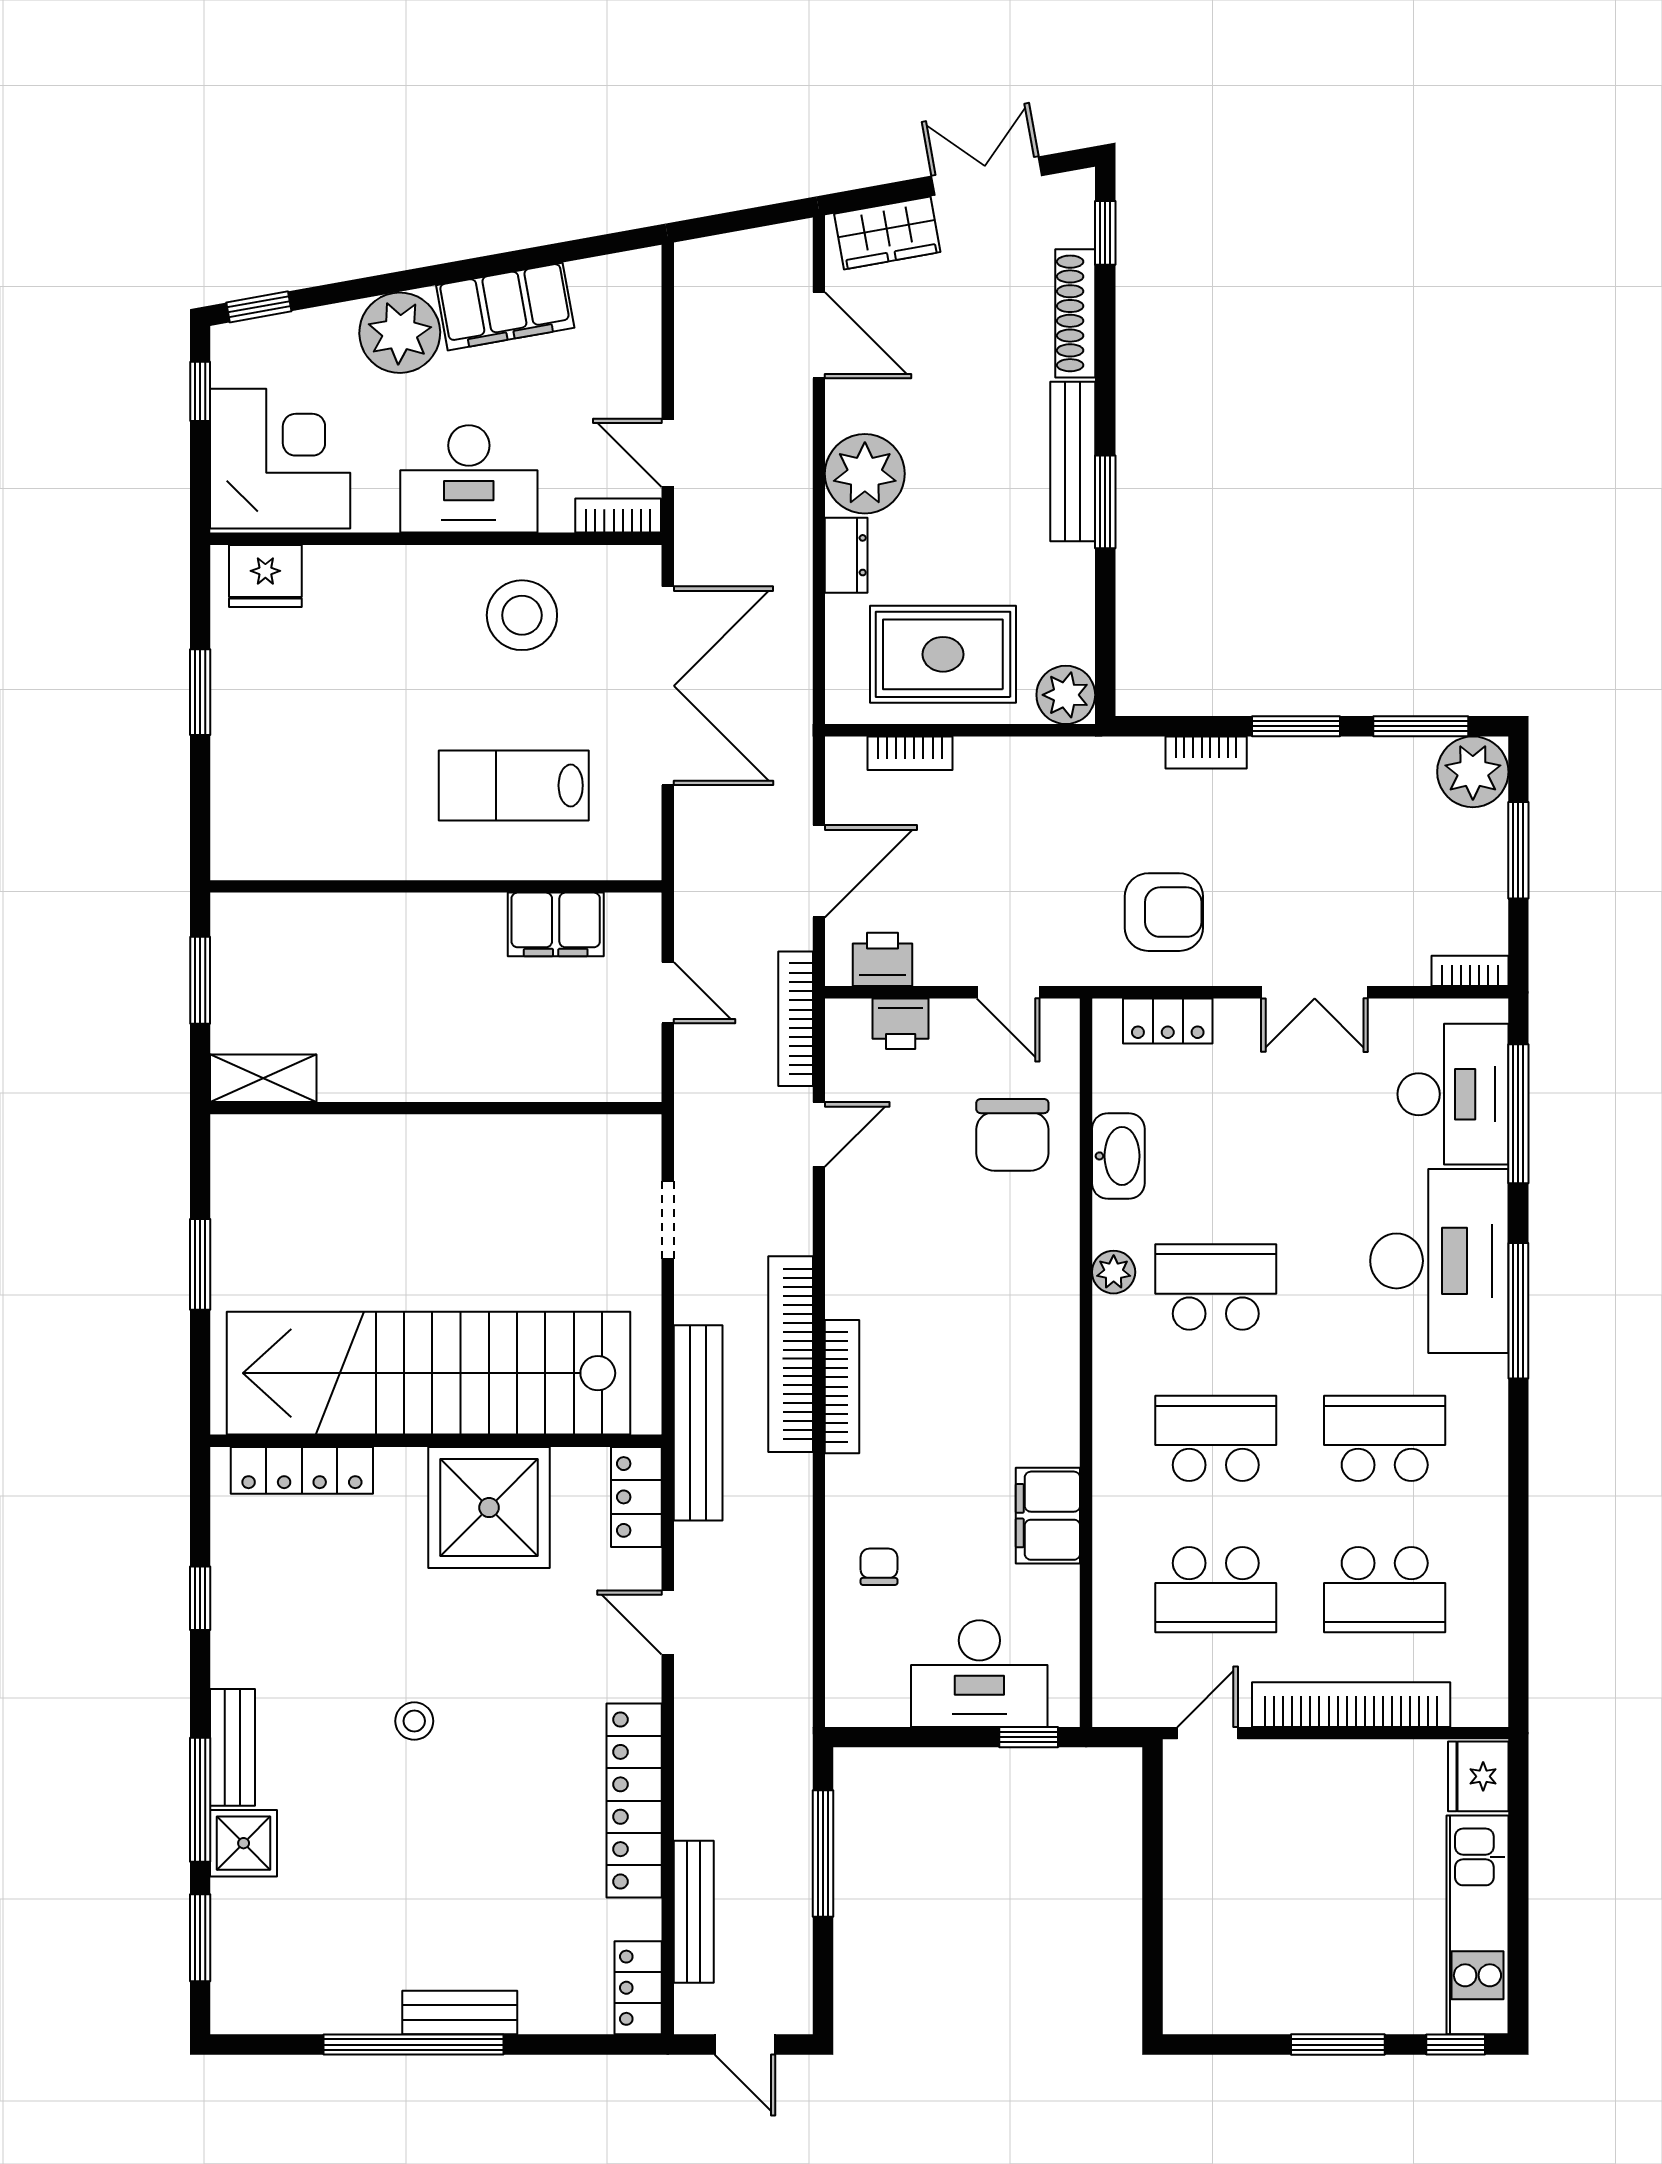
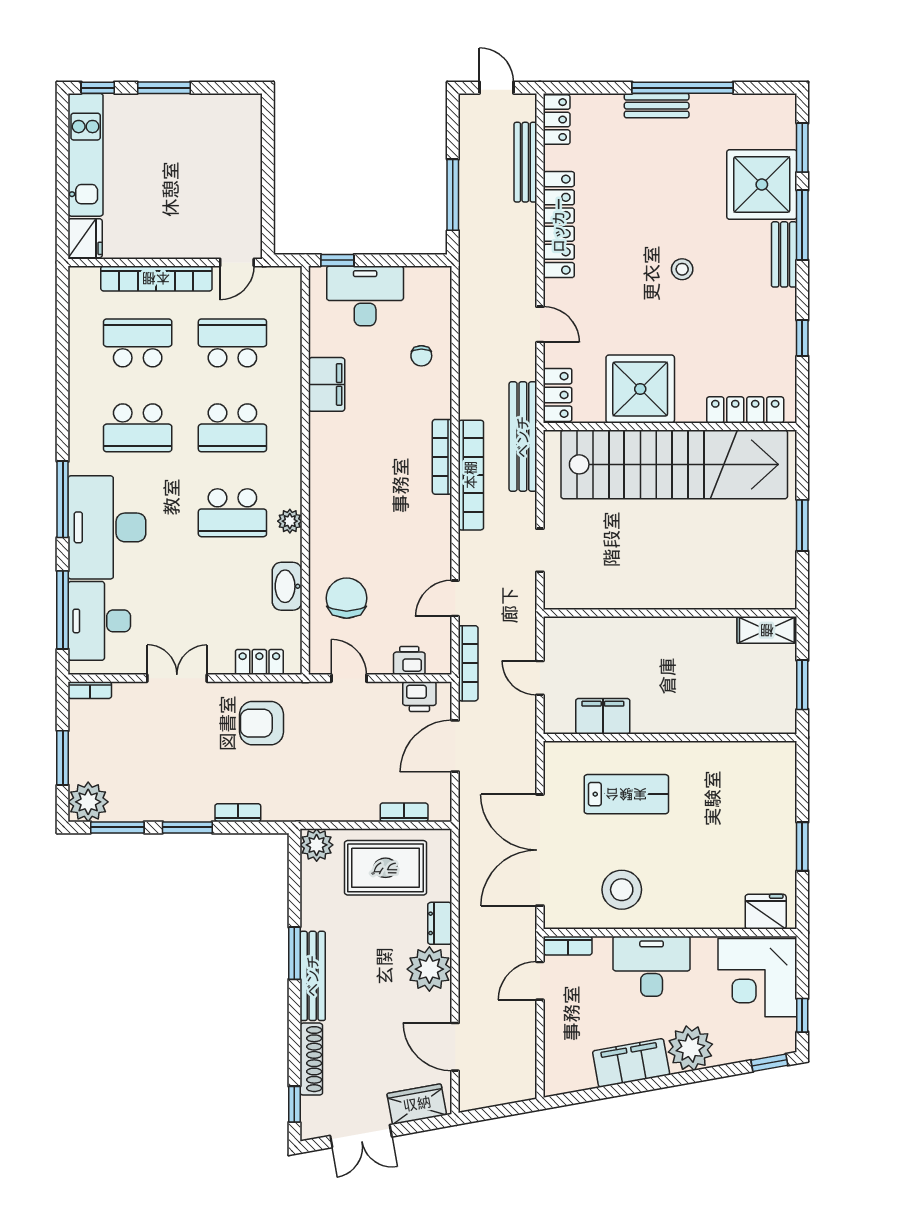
door: (668, 453) -> (540, 981), swing flipped
shower: (244, 1843) -> (762, 184), width x1.86, depth x1.86

